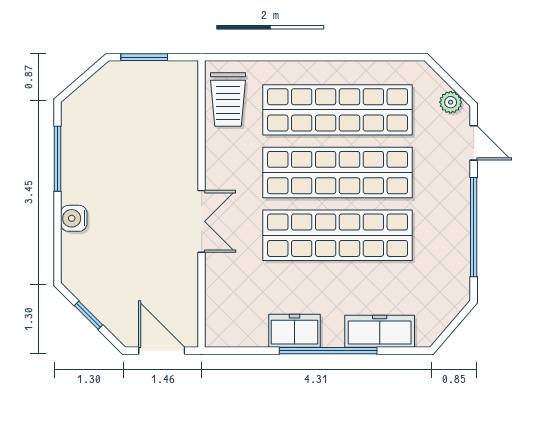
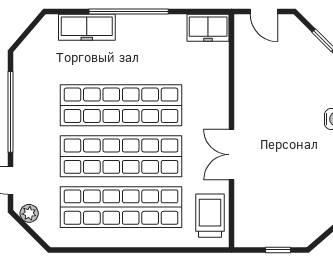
window: (144, 57) -> (278, 250), width x0.67
double door: (202, 221) -> (232, 155), moved
freezer: (294, 331) -> (208, 28), moved
door: (162, 351) -> (264, 12), width x0.73

